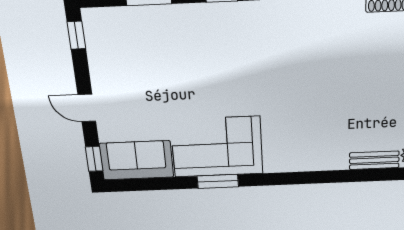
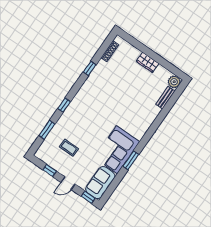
window: (76, 35) -> (50, 170), moved
coffee table: (150, 63) -> (69, 148), added

